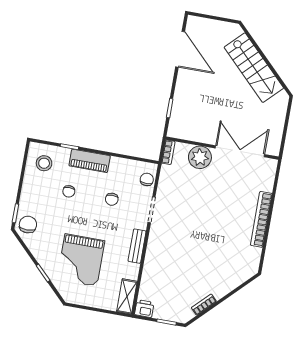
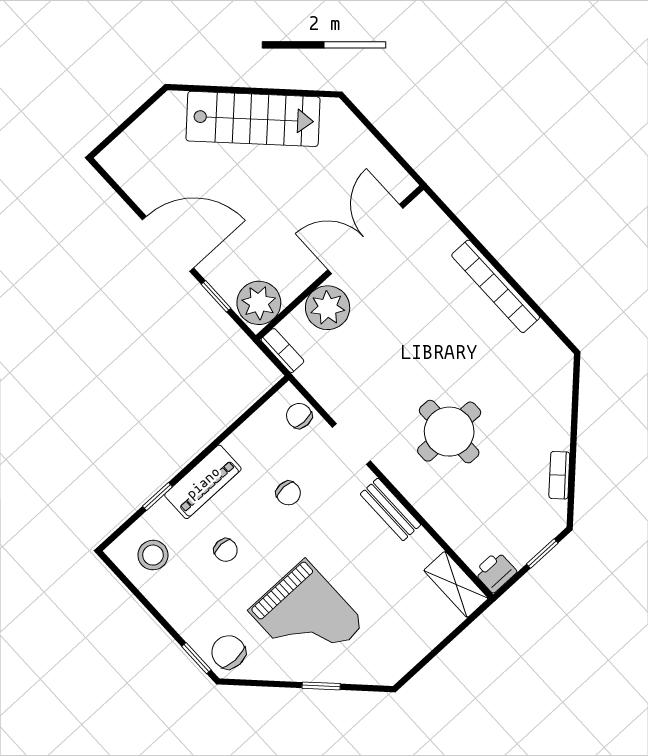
door: (180, 49) -> (168, 244), moved
plant: (180, 128) -> (259, 303), added
round table: (187, 246) -> (449, 432), added
grand piano: (81, 260) -> (307, 617), moved

